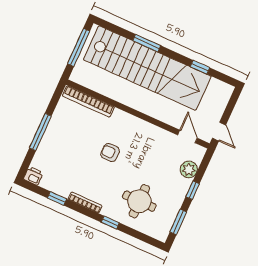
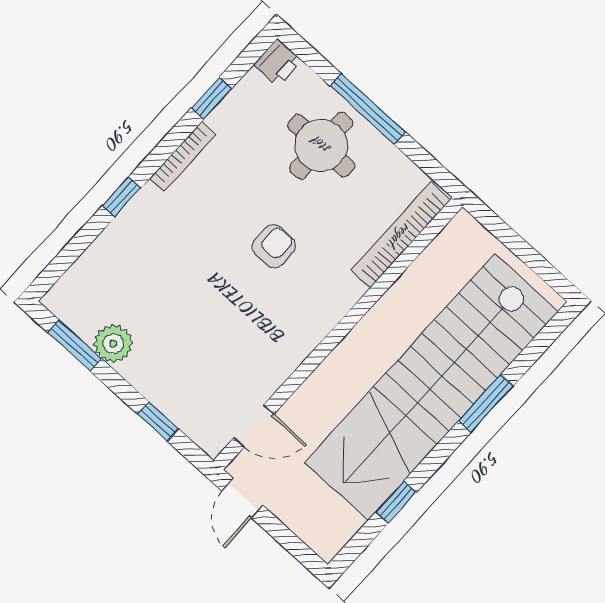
window: (79, 48) -> (525, 252), removed
door: (219, 132) -> (242, 498), hinge flipped
plant: (189, 170) -> (113, 344), moved
window: (193, 190) -> (158, 421), moved
round table: (139, 201) -> (321, 145), moved

